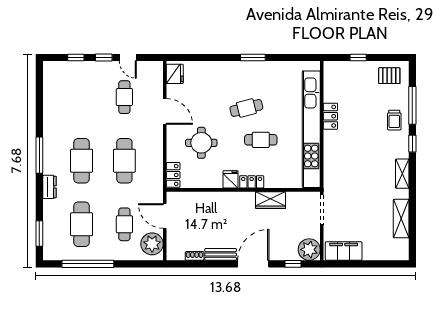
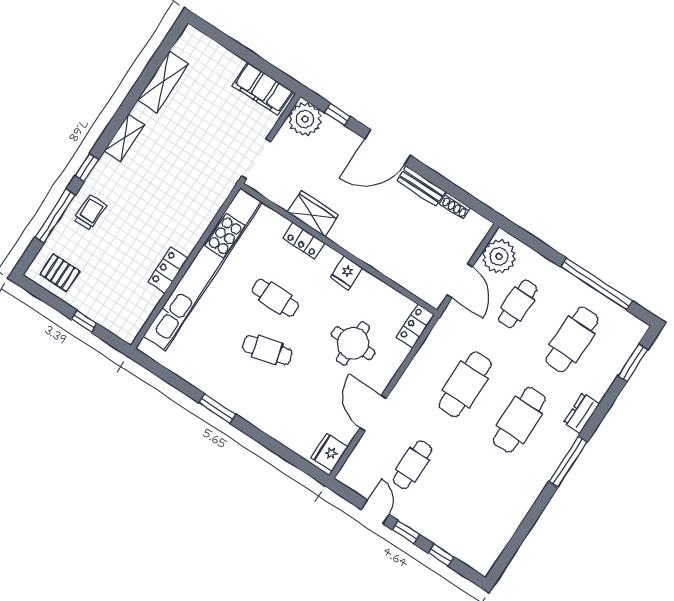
locker: (252, 182) -> (304, 241), moved

